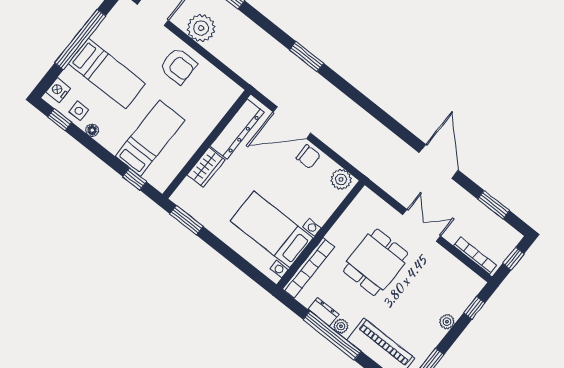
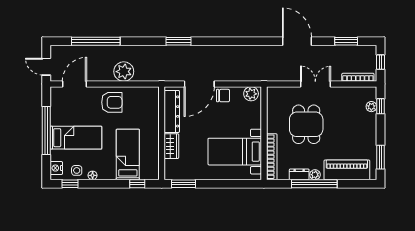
plant: (201, 28) -> (124, 72), moved
plant: (447, 322) -> (371, 107), moved

